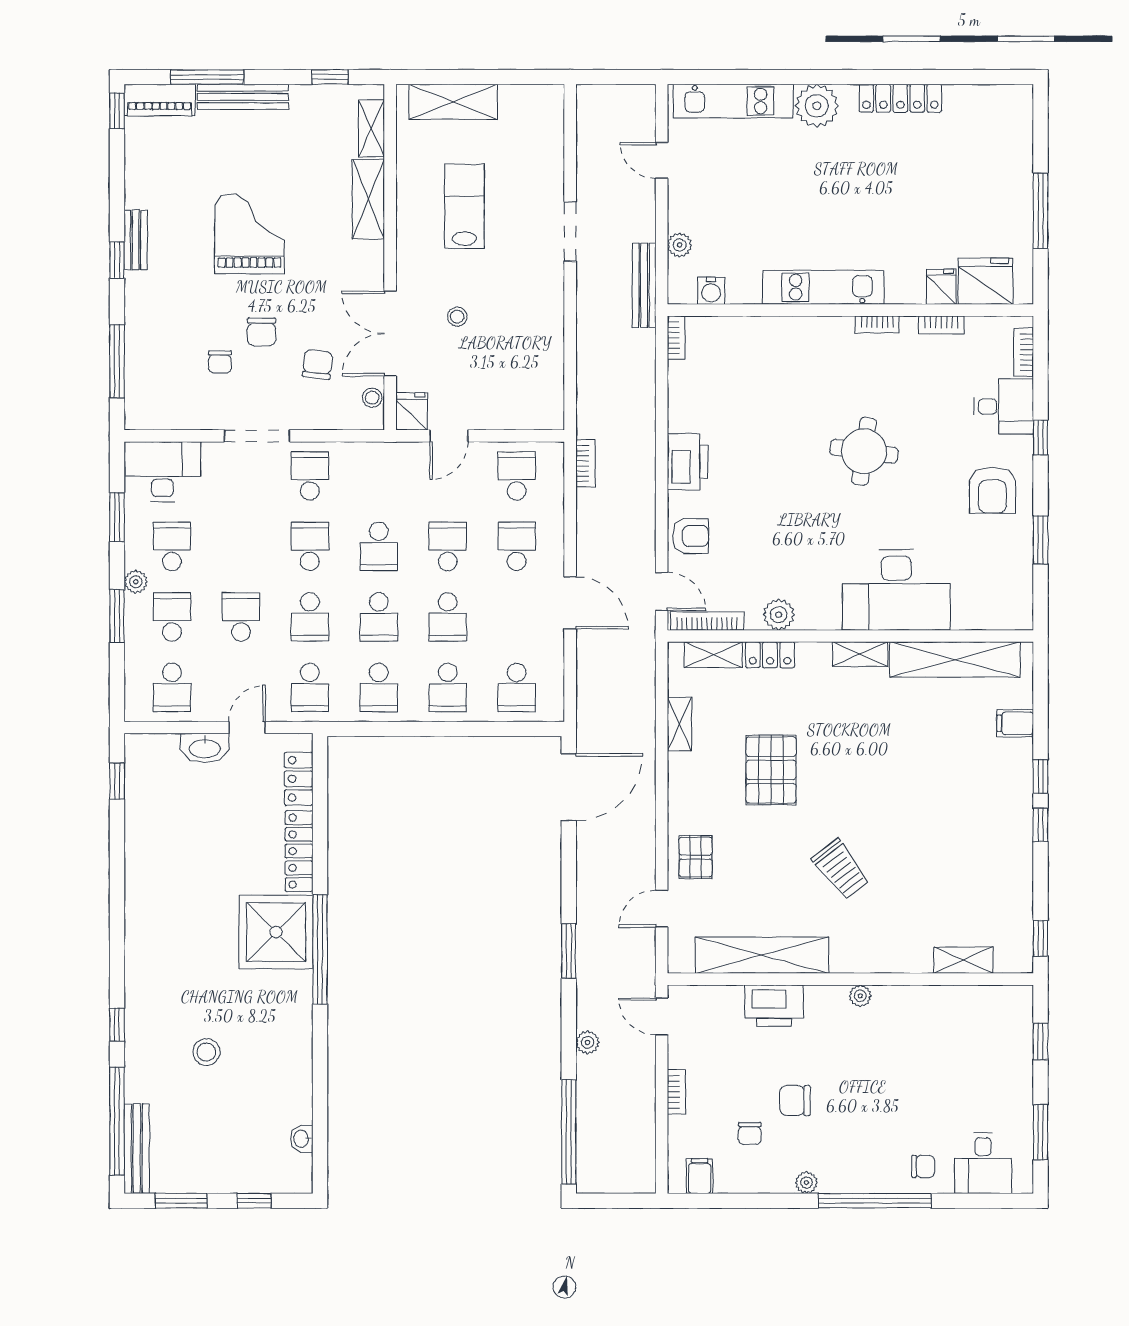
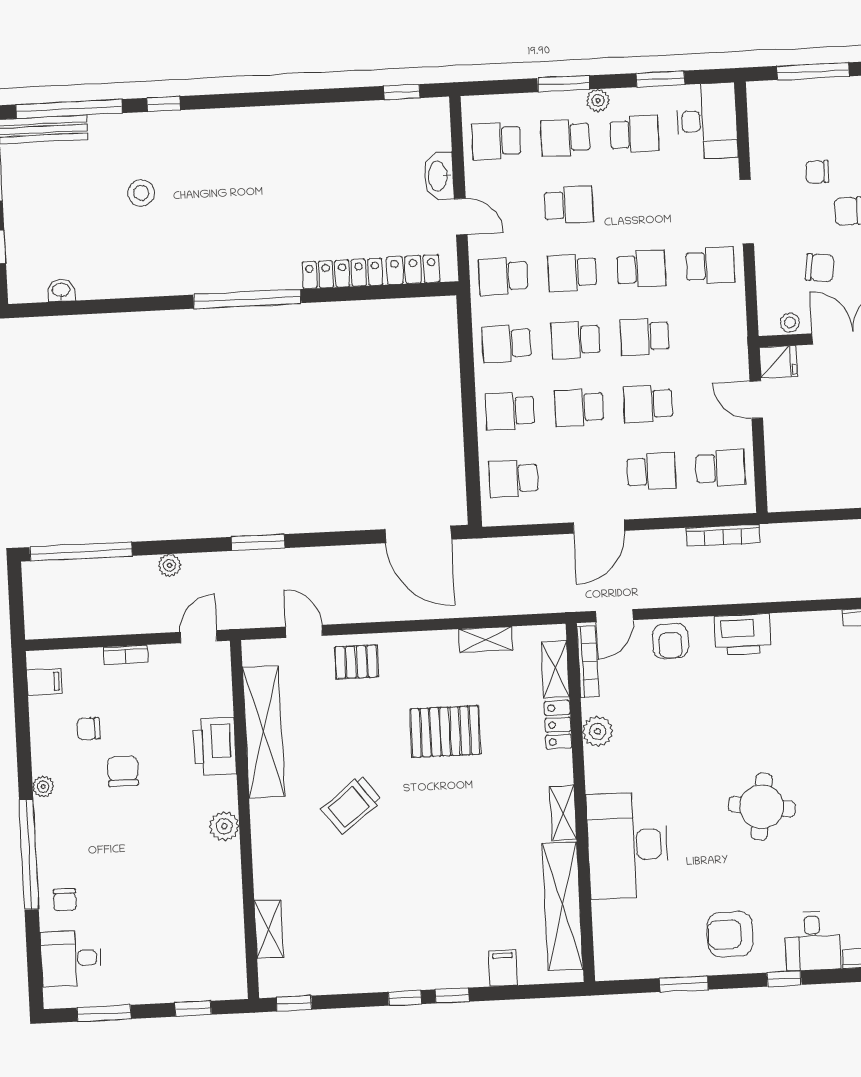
bookcase: (585, 463) -> (723, 535), width x1.56
school desk: (448, 546) -> (648, 404), turned 180
school desk: (172, 617) -> (565, 138), turned 180
shower: (276, 932) -> (262, 255), removed
plant: (860, 996) -> (224, 826), width x1.38, depth x1.38

